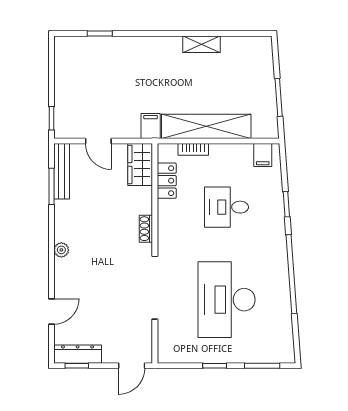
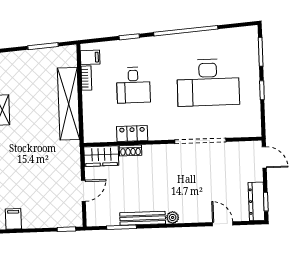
filing cabinet: (151, 126) -> (13, 219), moved, turned 90
bookcase: (193, 149) -> (86, 78), moved
bench: (62, 171) -> (143, 218), moved
locker: (167, 181) -> (132, 134), moved
shoe rack: (146, 229) -> (130, 150), moved

